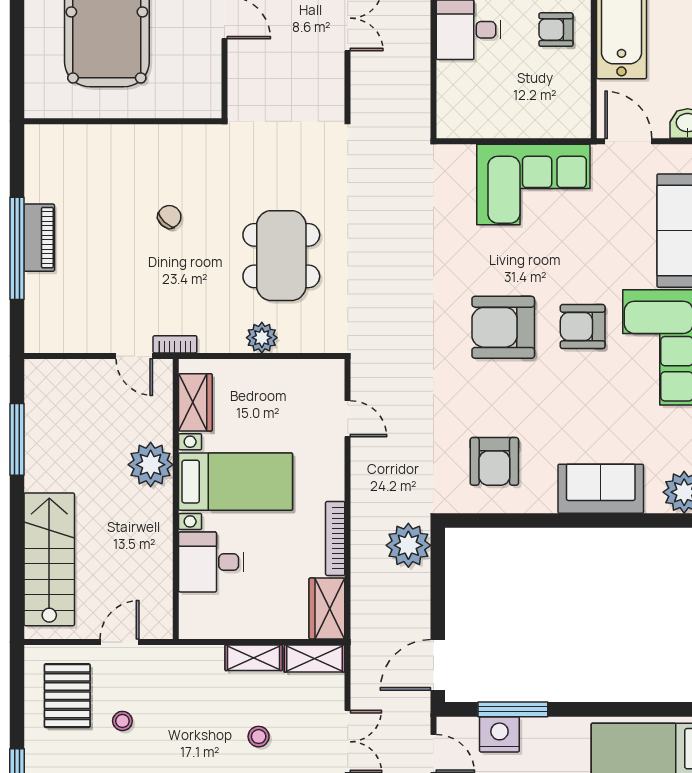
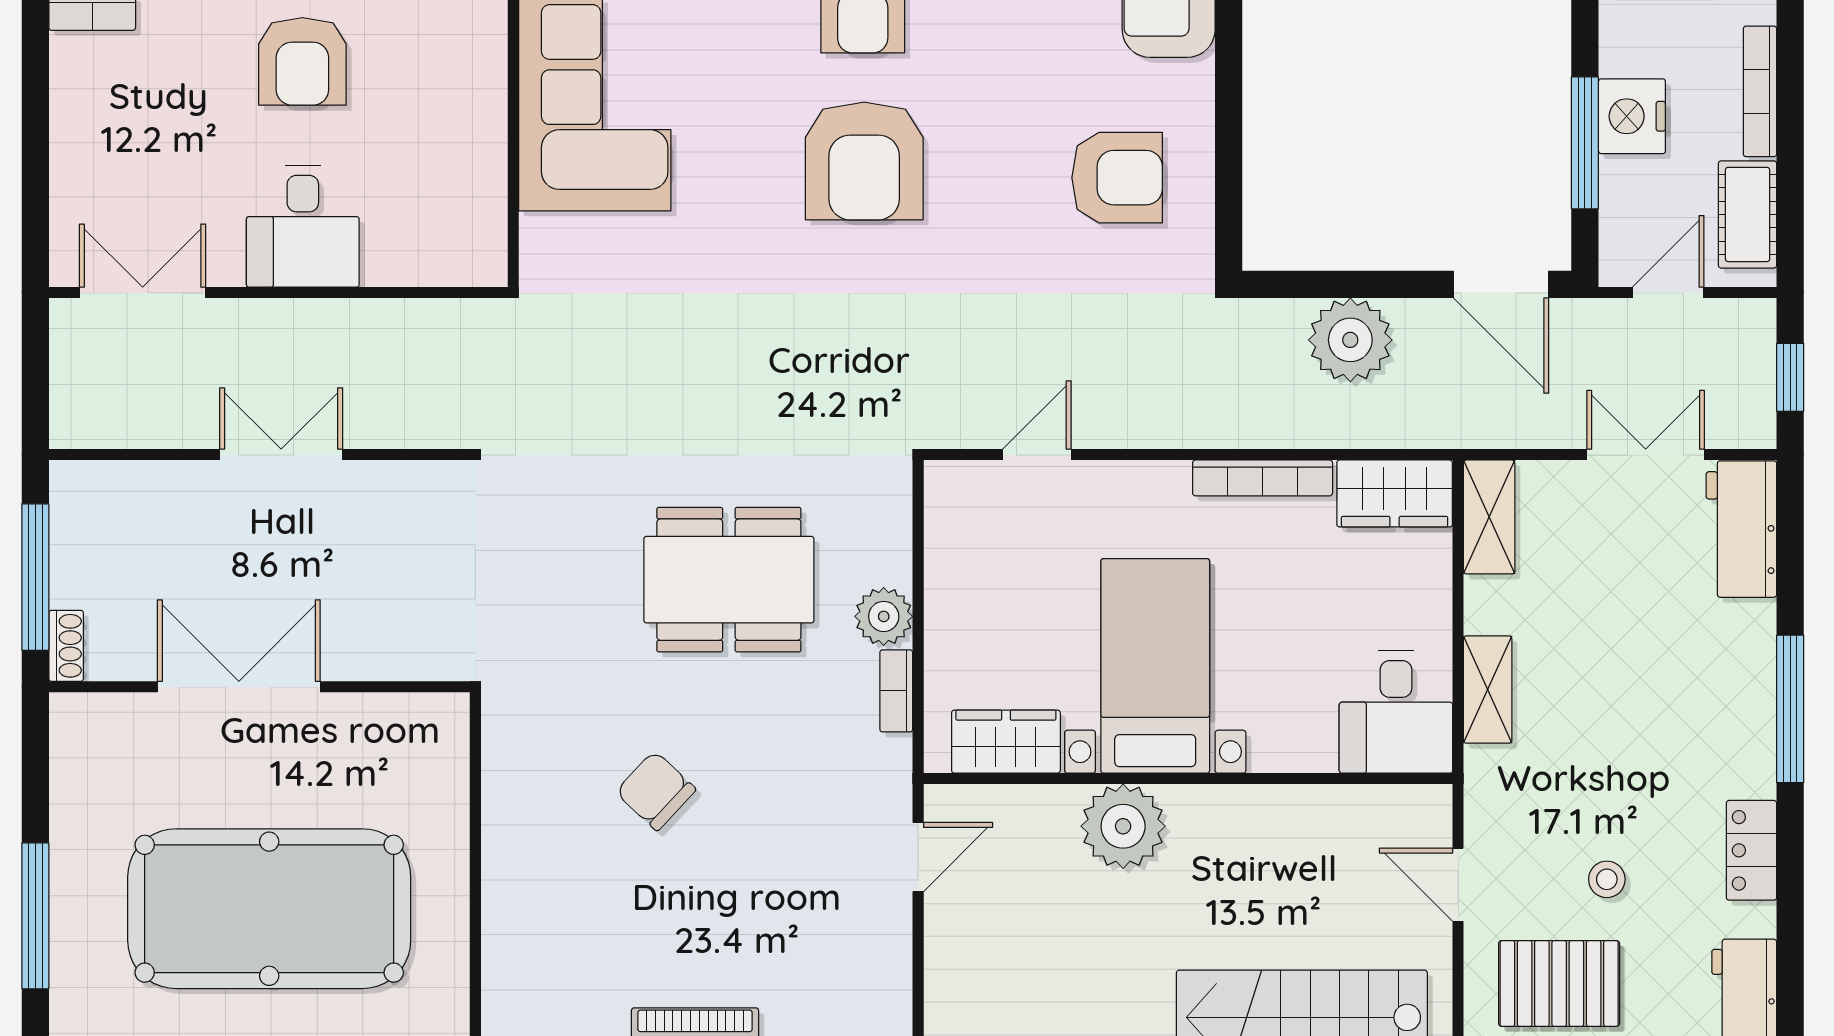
armchair: (556, 30) -> (302, 61), width x1.38, depth x1.38
chair: (169, 217) -> (656, 791), width x1.37, depth x1.37
bookcase: (175, 344) -> (896, 691), moved
plant: (408, 545) -> (1350, 340), moved
desk: (211, 562) -> (1396, 712), moved
shelving: (254, 658) -> (1488, 690), moved
nightstand: (499, 734) -> (1632, 116), moved
stool: (259, 737) -> (1636, 622), removed

